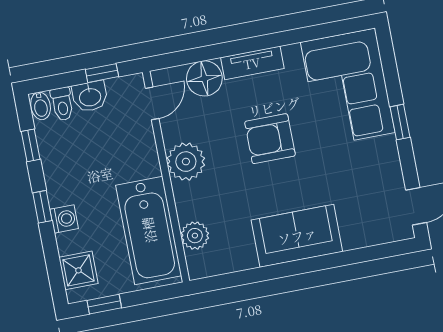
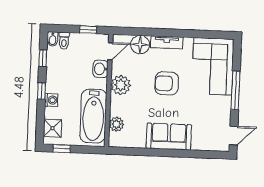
washbasin: (90, 96) -> (100, 69), moved, turned 90
window: (400, 122) -> (235, 90), width x2.17

